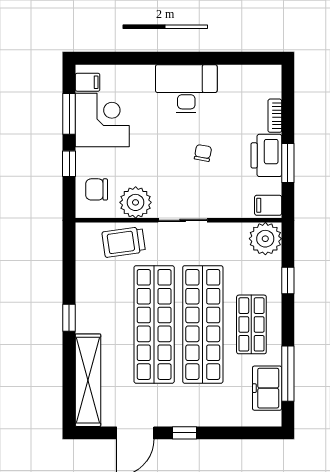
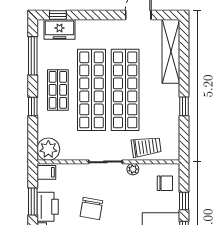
chair: (203, 153) -> (91, 208), width x1.87, depth x1.87
plant: (136, 202) -> (133, 169), width x0.53, depth x0.53
window: (288, 281) -> (33, 106), moved
window: (69, 318) -> (184, 106), moved
freezer: (267, 388) -> (59, 29), moved, turned 90
window: (185, 433) -> (58, 15), moved

